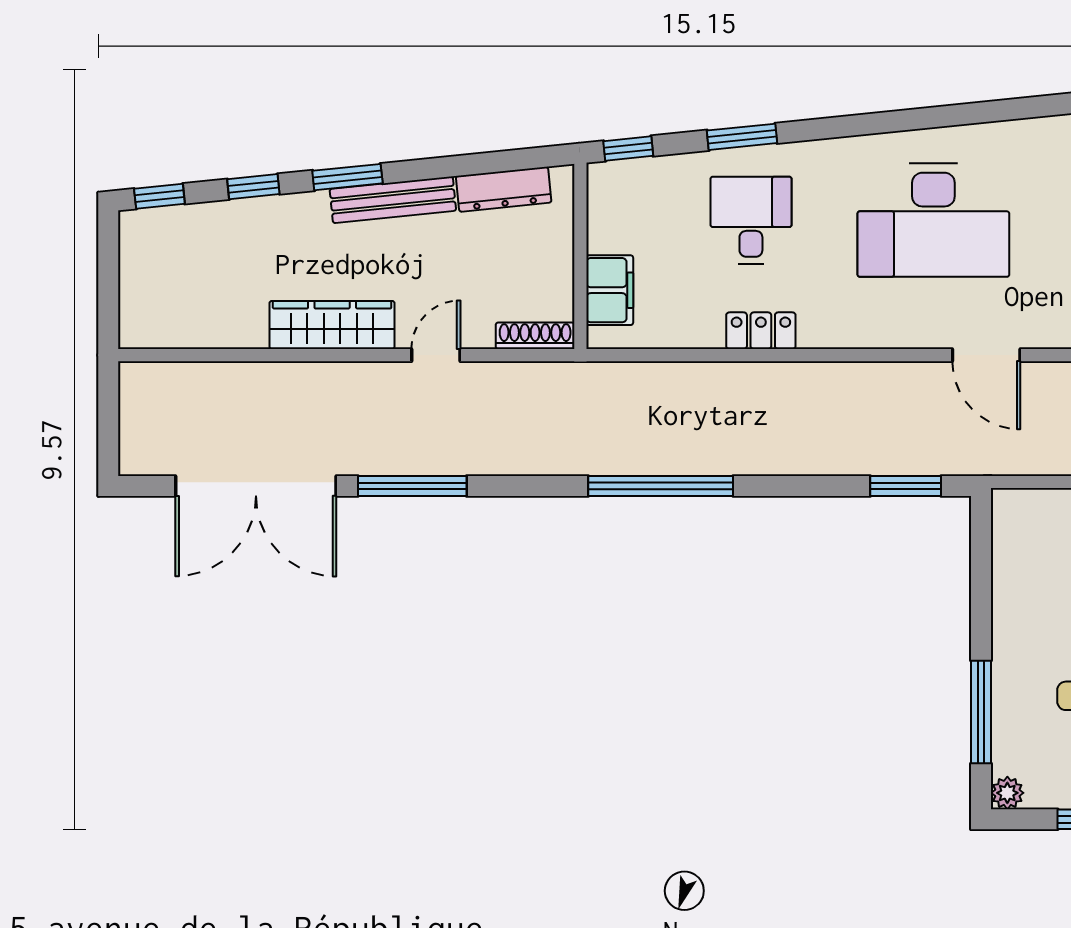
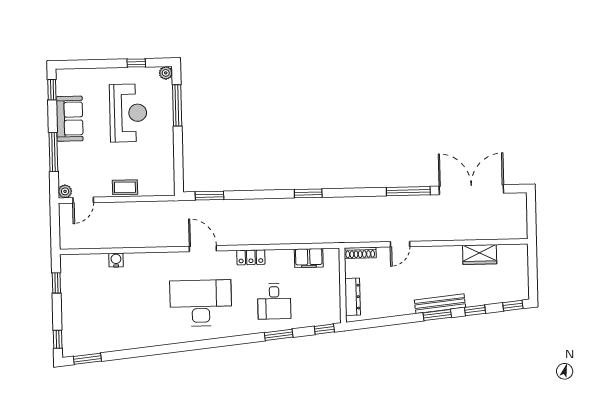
dresser: (504, 189) -> (353, 297), moved, turned 96
bench: (393, 200) -> (440, 304), moved
filing cabinet: (610, 290) -> (309, 258), moved, turned -90
wardrobe: (332, 325) -> (480, 254), moved, width x0.67
locker: (761, 331) -> (251, 257), moved
door: (986, 355) -> (203, 249), moved
window: (661, 486) -> (308, 193), width x0.47

